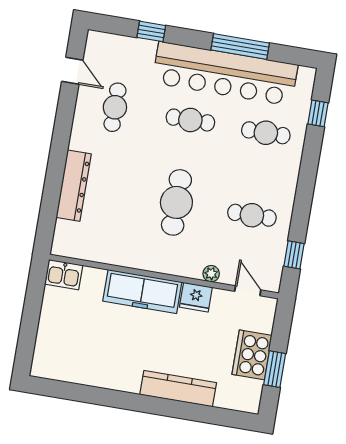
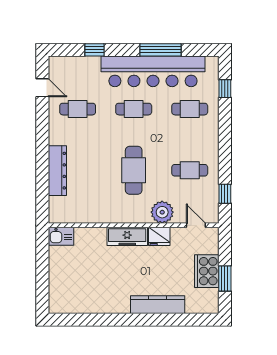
cafe table: (115, 107) -> (78, 109), turned 90
plant: (211, 274) -> (162, 212), width x1.88, depth x1.88
freezer: (142, 292) -> (127, 236), width x0.73, depth x0.79

